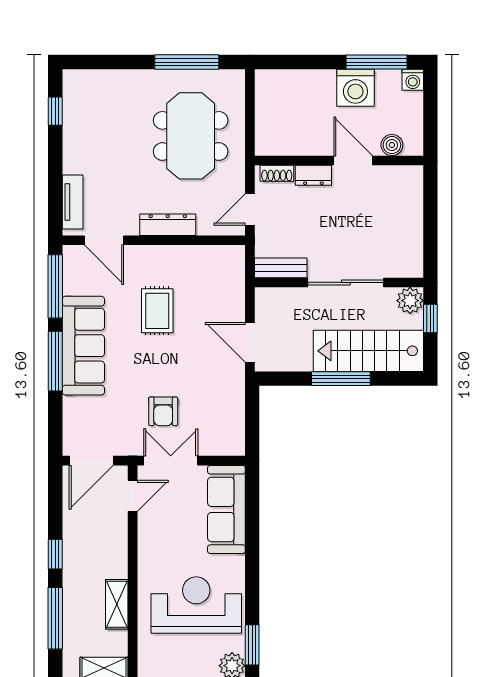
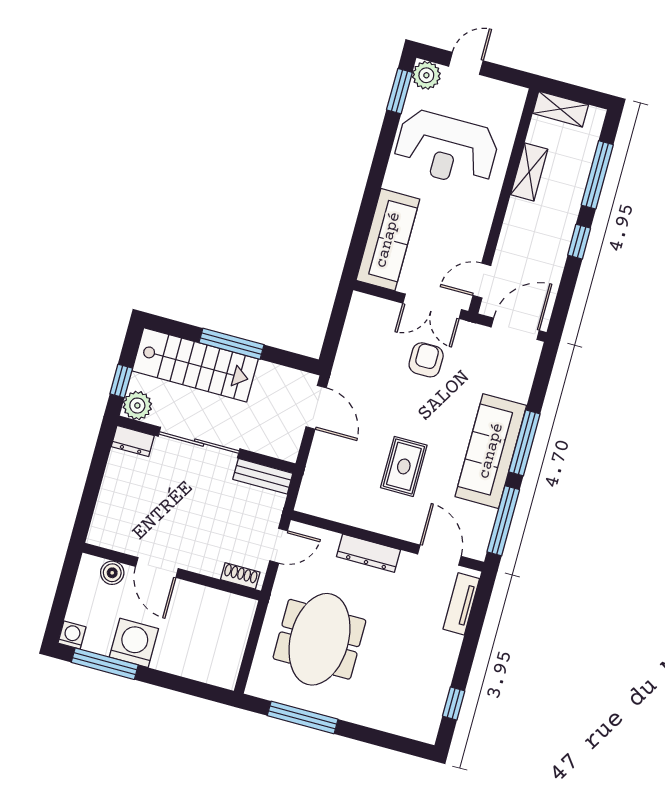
dresser: (313, 175) -> (133, 441), moved, turned 180

